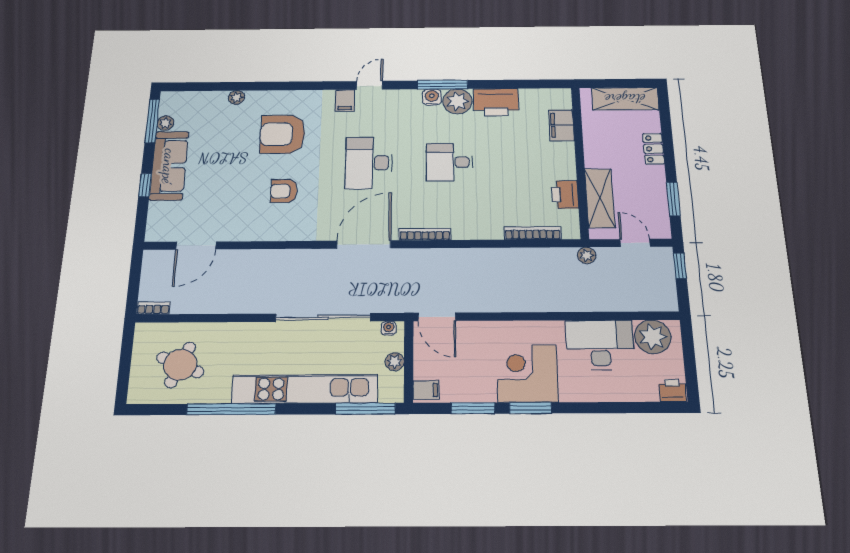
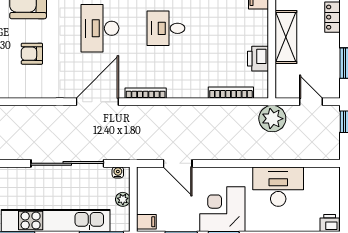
shelving: (600, 198) -> (286, 37), moved
plant: (587, 255) -> (272, 119), width x1.87, depth x1.87
door: (437, 317) -> (178, 163), moved
plant: (653, 337) -> (319, 180), removed

